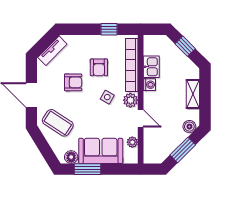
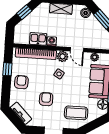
armchair: (99, 67) -> (21, 82), moved, turned -88
door: (141, 118) -> (77, 50), swing flipped
coffee table: (58, 123) -> (76, 113), turned 57

